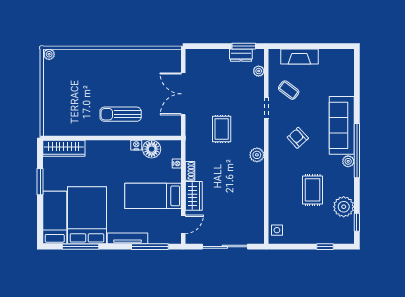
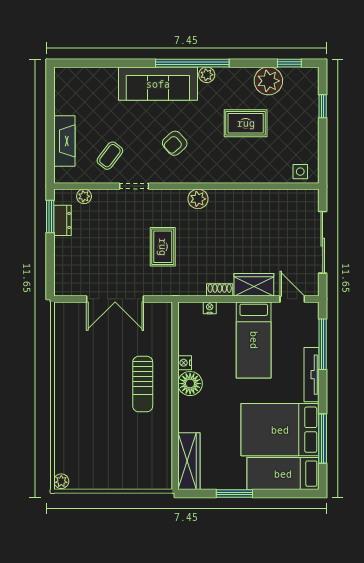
rug: (222, 129) -> (163, 247), turned 90
floor lamp: (152, 149) -> (190, 384), moved

